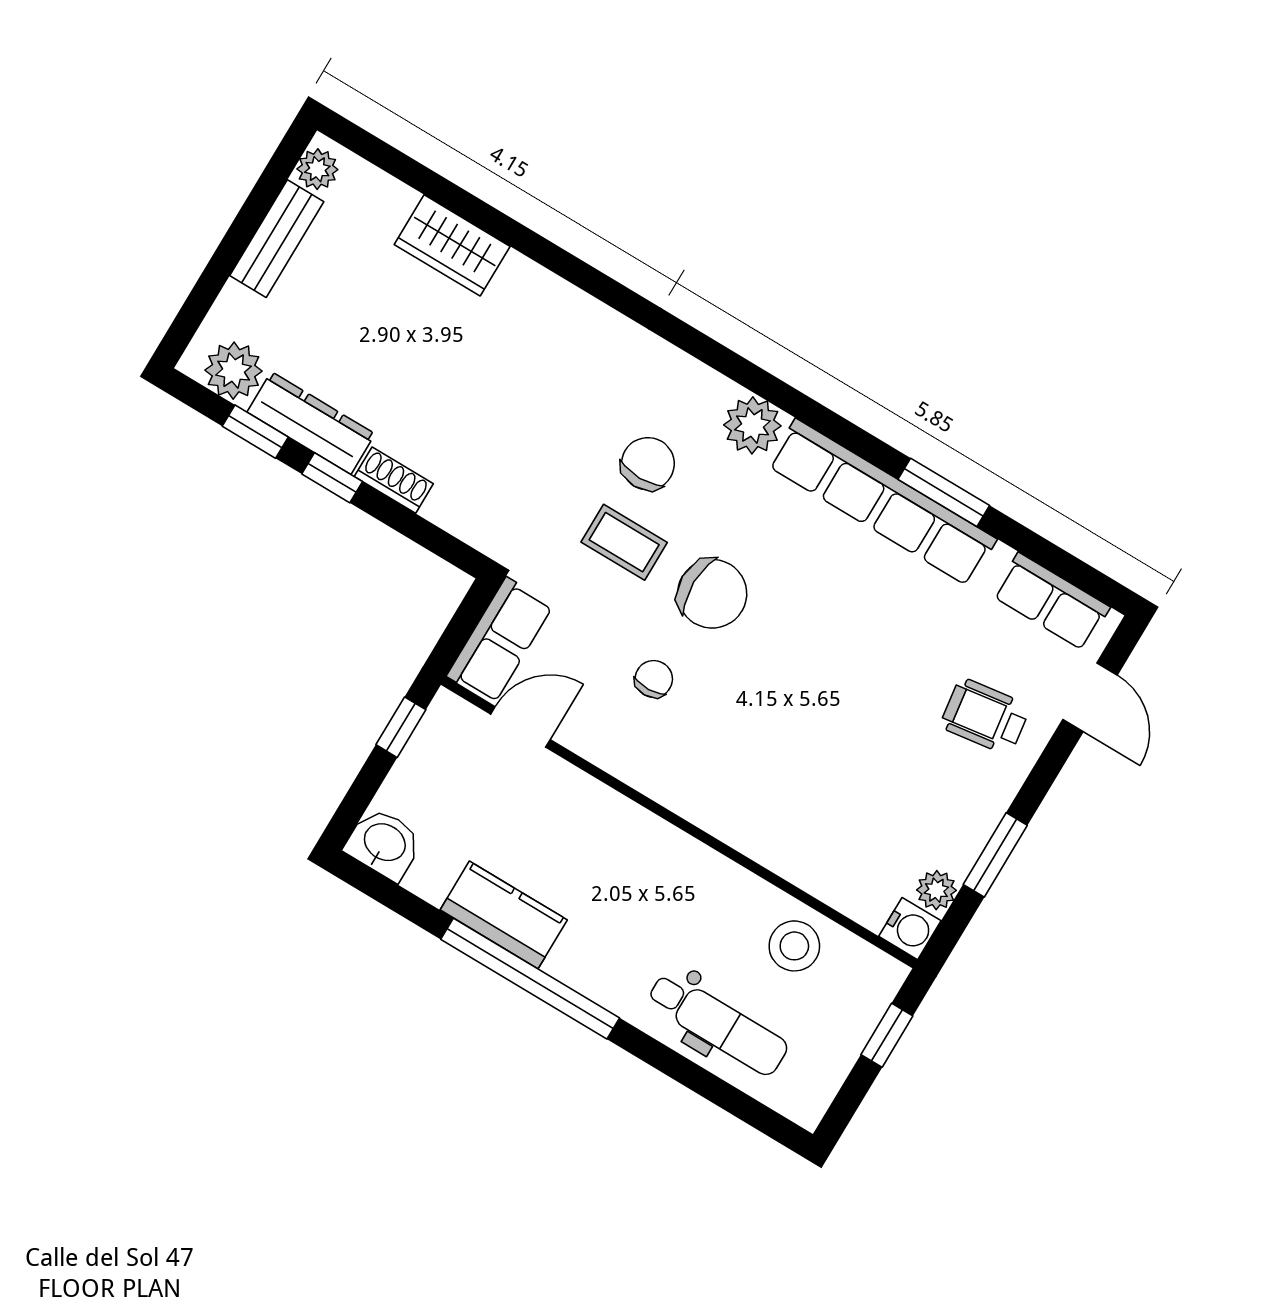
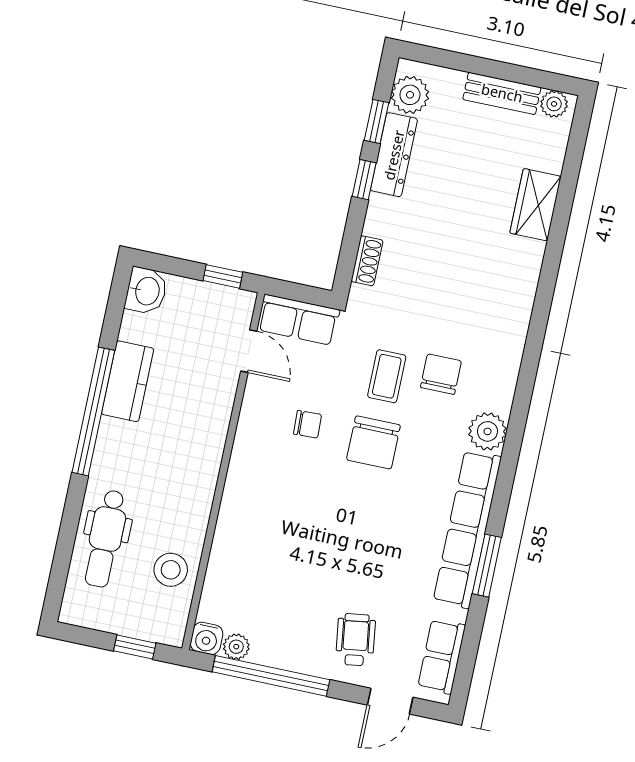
chair: (648, 464) -> (441, 374), turned -90
shoe rack: (394, 480) -> (367, 261), moved
window: (995, 855) -> (271, 676), width x2.11

